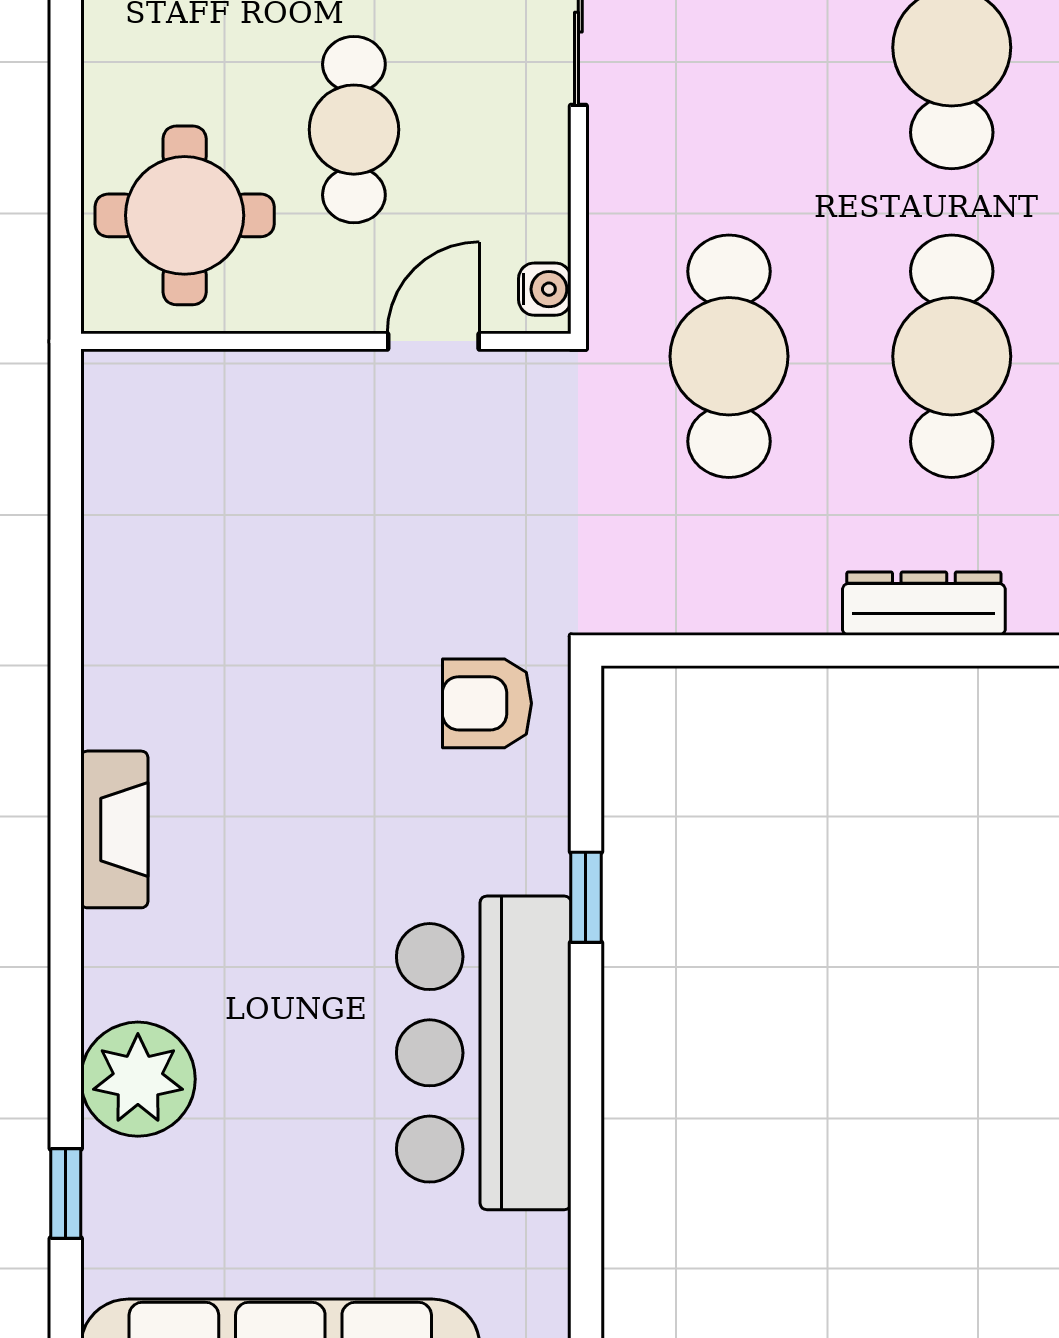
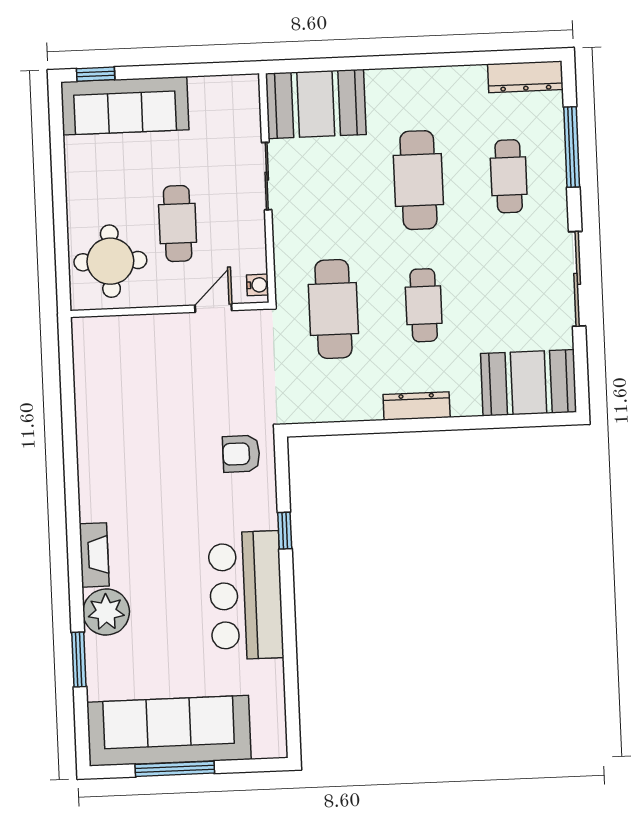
cafe table: (952, 356) -> (424, 305), width x0.73, depth x0.74
fireplace: (114, 829) -> (94, 555), moved
window: (66, 1193) -> (79, 660), width x1.50

